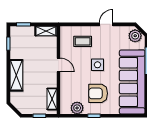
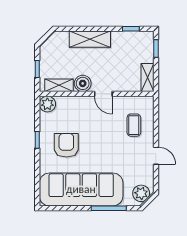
door: (59, 65) -> (103, 94), hinge flipped
side table: (97, 65) -> (104, 144), removed
boiler: (50, 81) -> (83, 83), added
plant: (77, 108) -> (47, 104), moved

